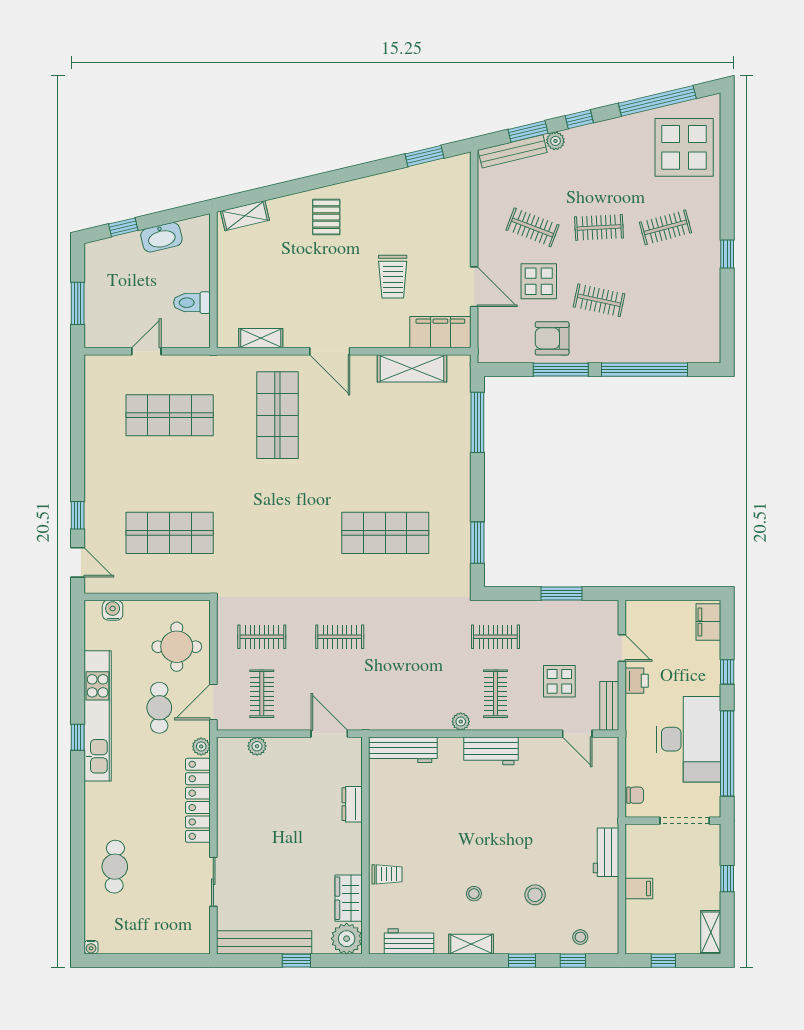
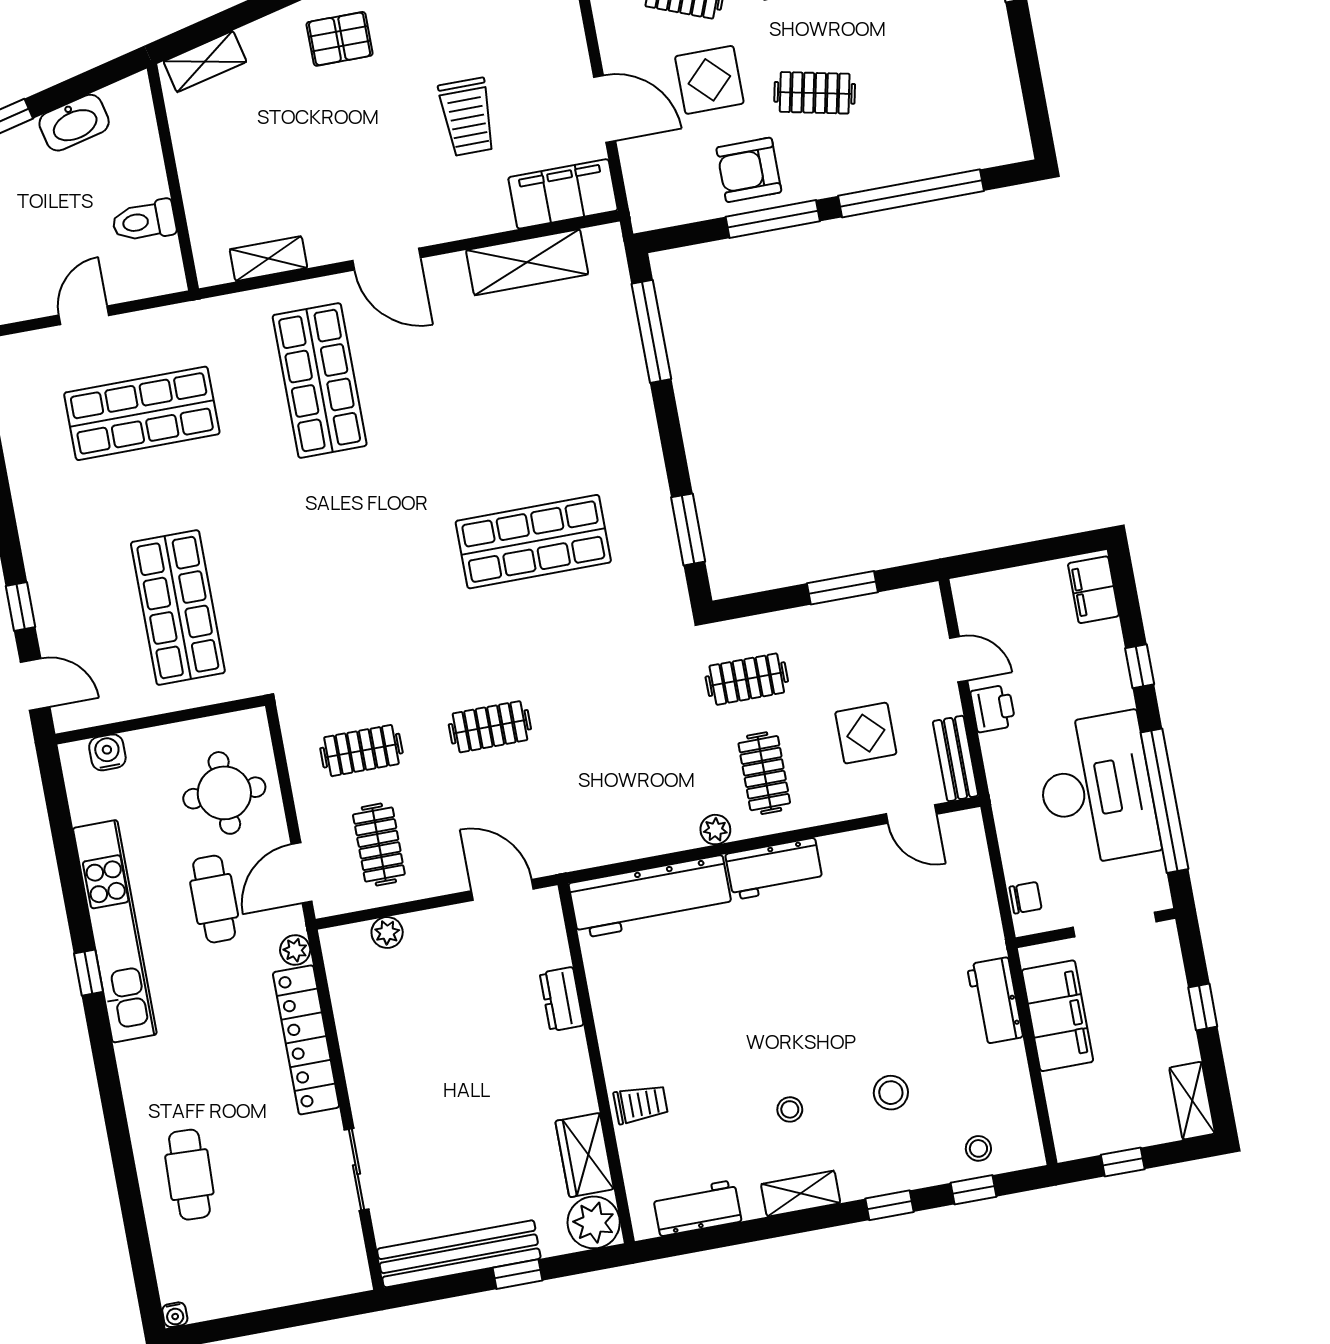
pallet: (326, 217) -> (340, 39), turned 90
shop shelf: (170, 533) -> (178, 608), turned 90
workbench: (403, 750) -> (651, 897), width x1.36, depth x1.32
filing cabinet: (639, 888) -> (1058, 1016), width x3.00, depth x1.17

